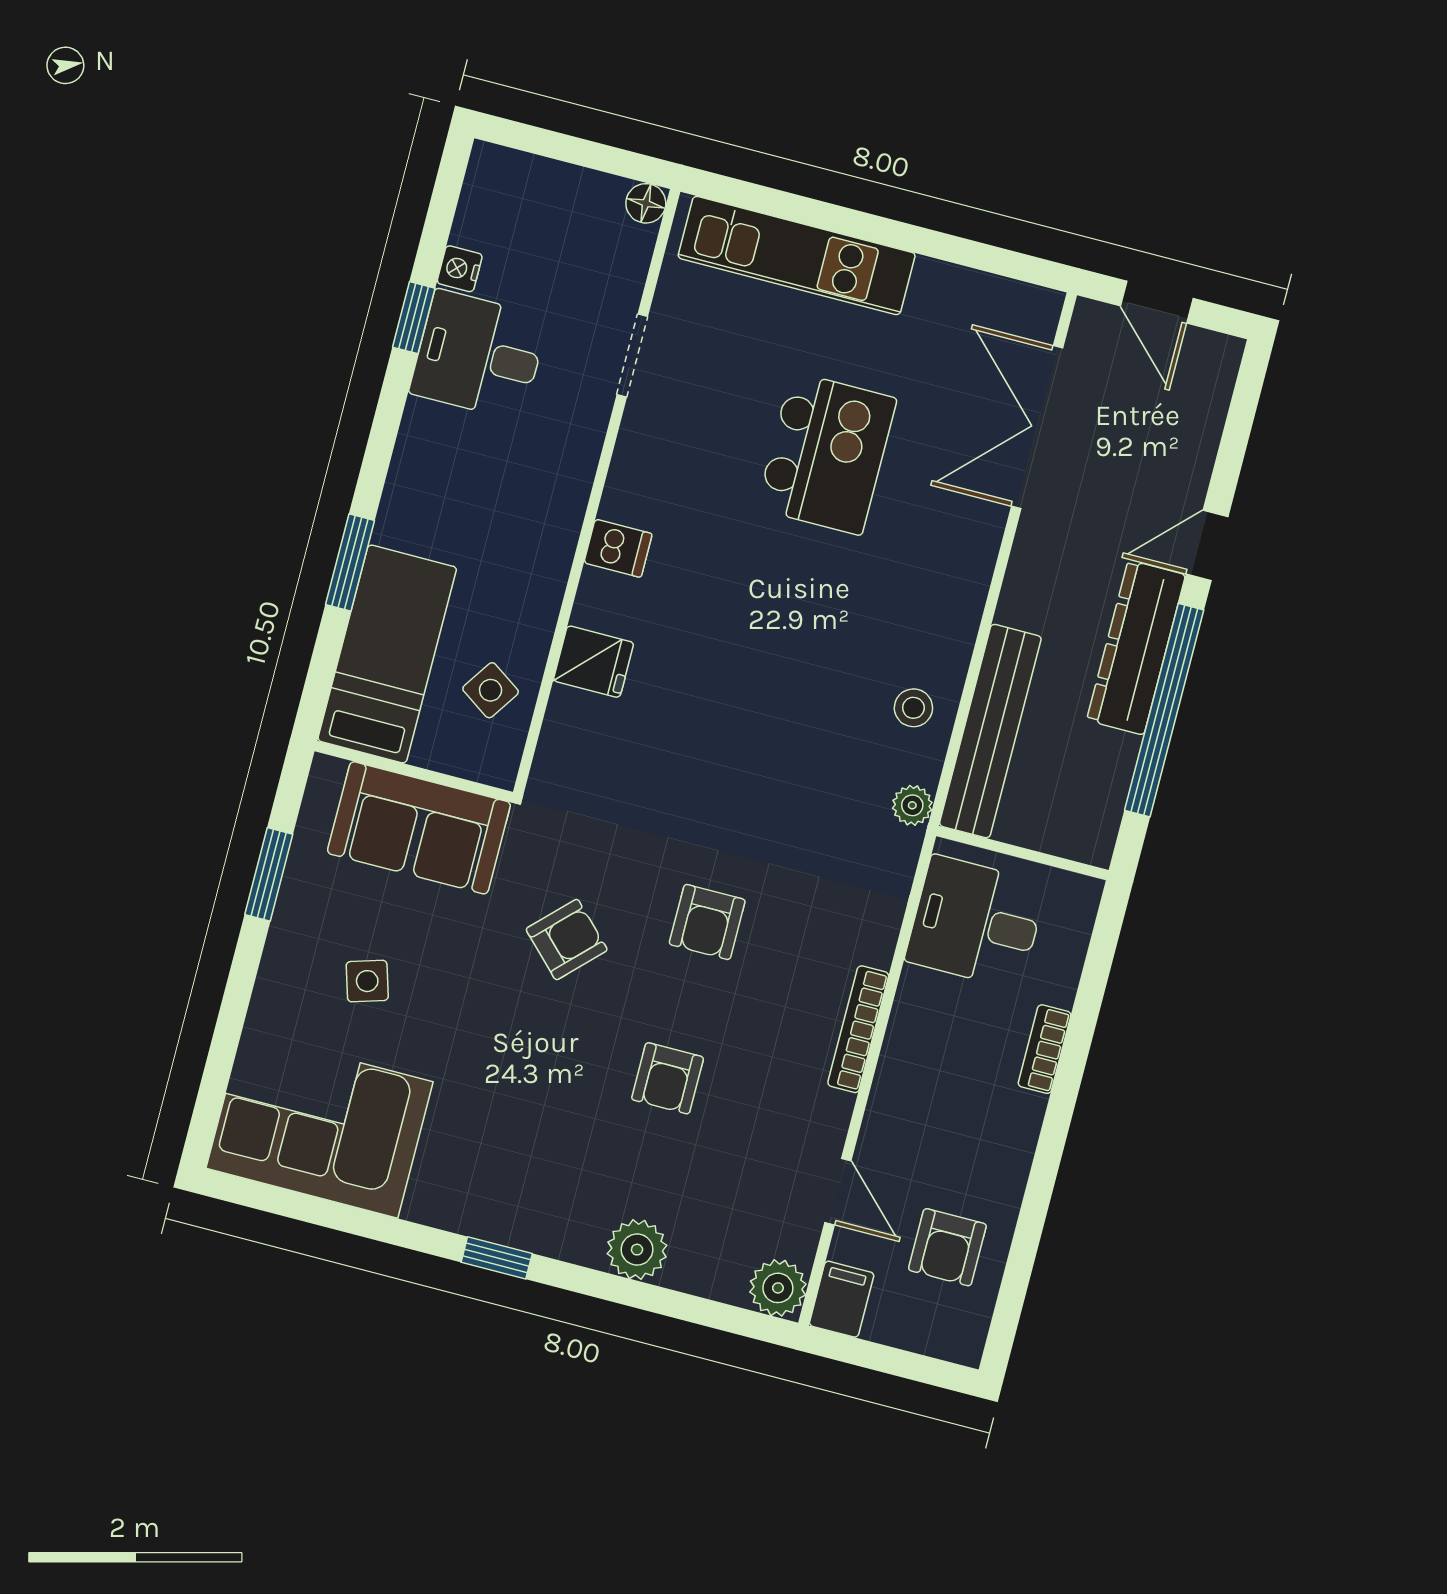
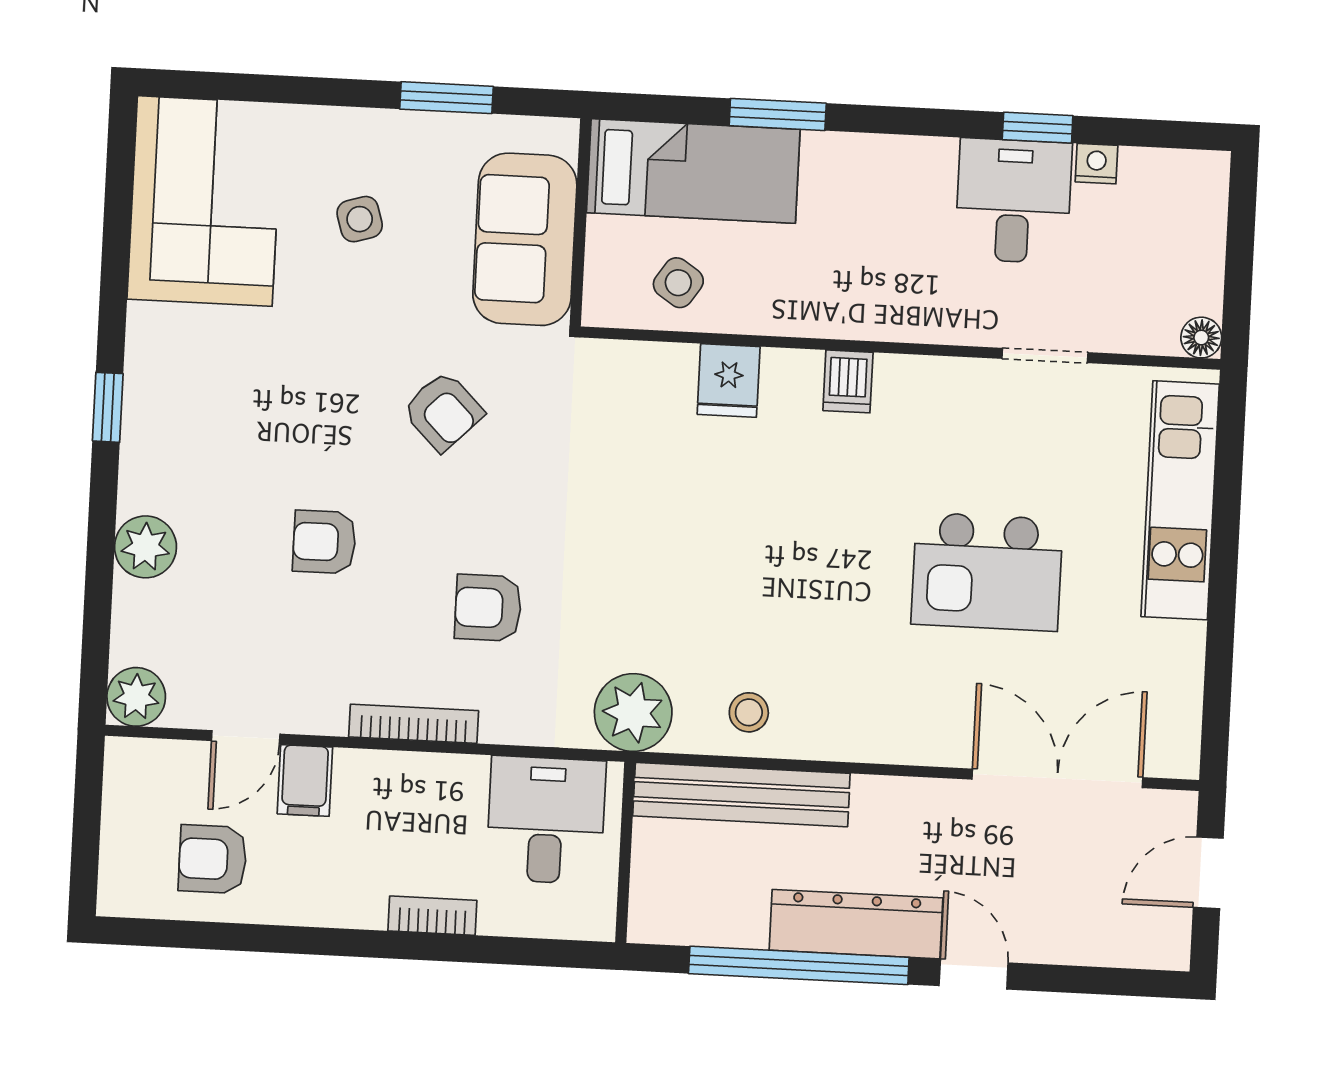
plant: (912, 805) -> (633, 712), width x1.88, depth x1.88
armchair: (707, 922) -> (488, 608), moved
filing cabinet: (842, 1299) -> (305, 780), moved, turned 90

